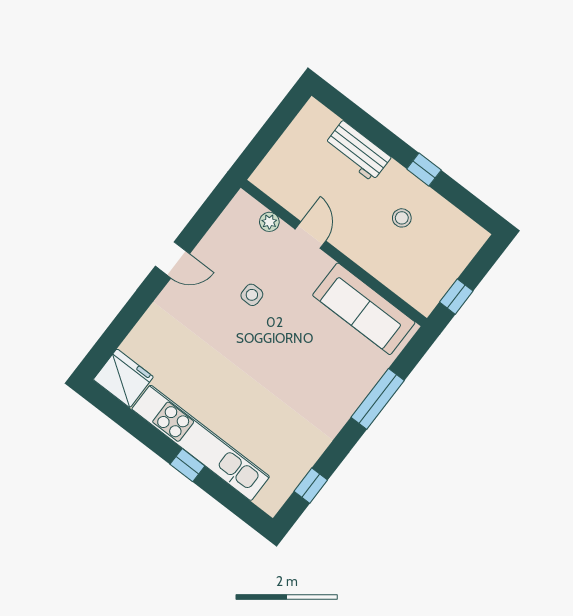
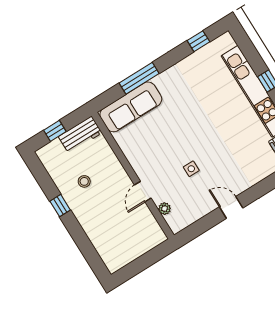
workbench: (358, 151) -> (80, 135), moved, turned 90
window: (456, 297) -> (55, 131), moved
sofa: (364, 309) -> (131, 107), moved, turned 90

